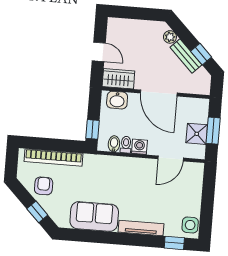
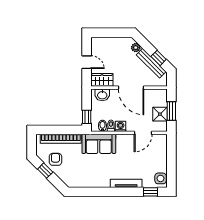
bench: (186, 56) -> (151, 63), width x1.36
window: (37, 212) -> (45, 171), moved
sofa: (94, 217) -> (99, 144), moved, turned 180

